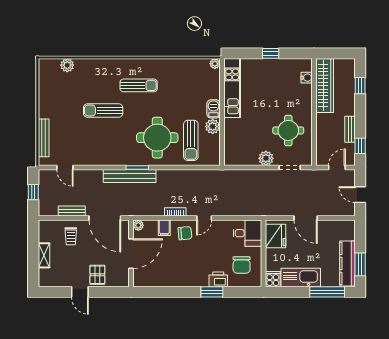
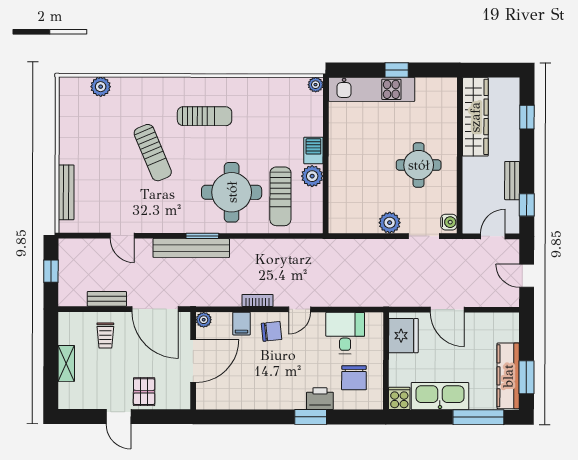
water cooler: (307, 78) -> (449, 222), moved
kitchen unit: (232, 88) -> (372, 89), moved, turned 90
sun lounger: (103, 110) -> (153, 153), turned -113
round table: (288, 130) -> (419, 165), moved
door: (65, 168) -> (122, 236), moved
desk: (247, 233) -> (345, 333), moved, turned -90

